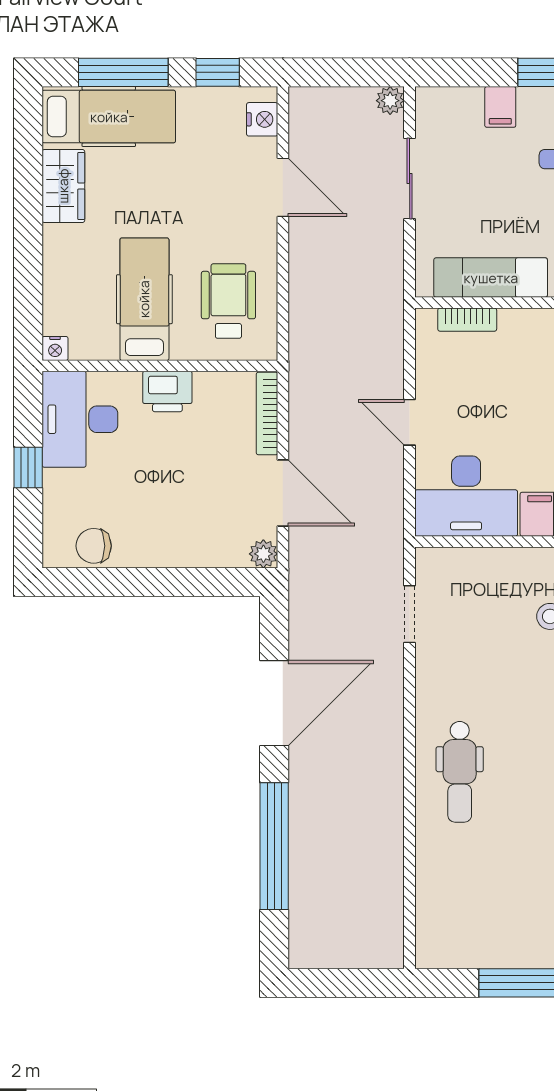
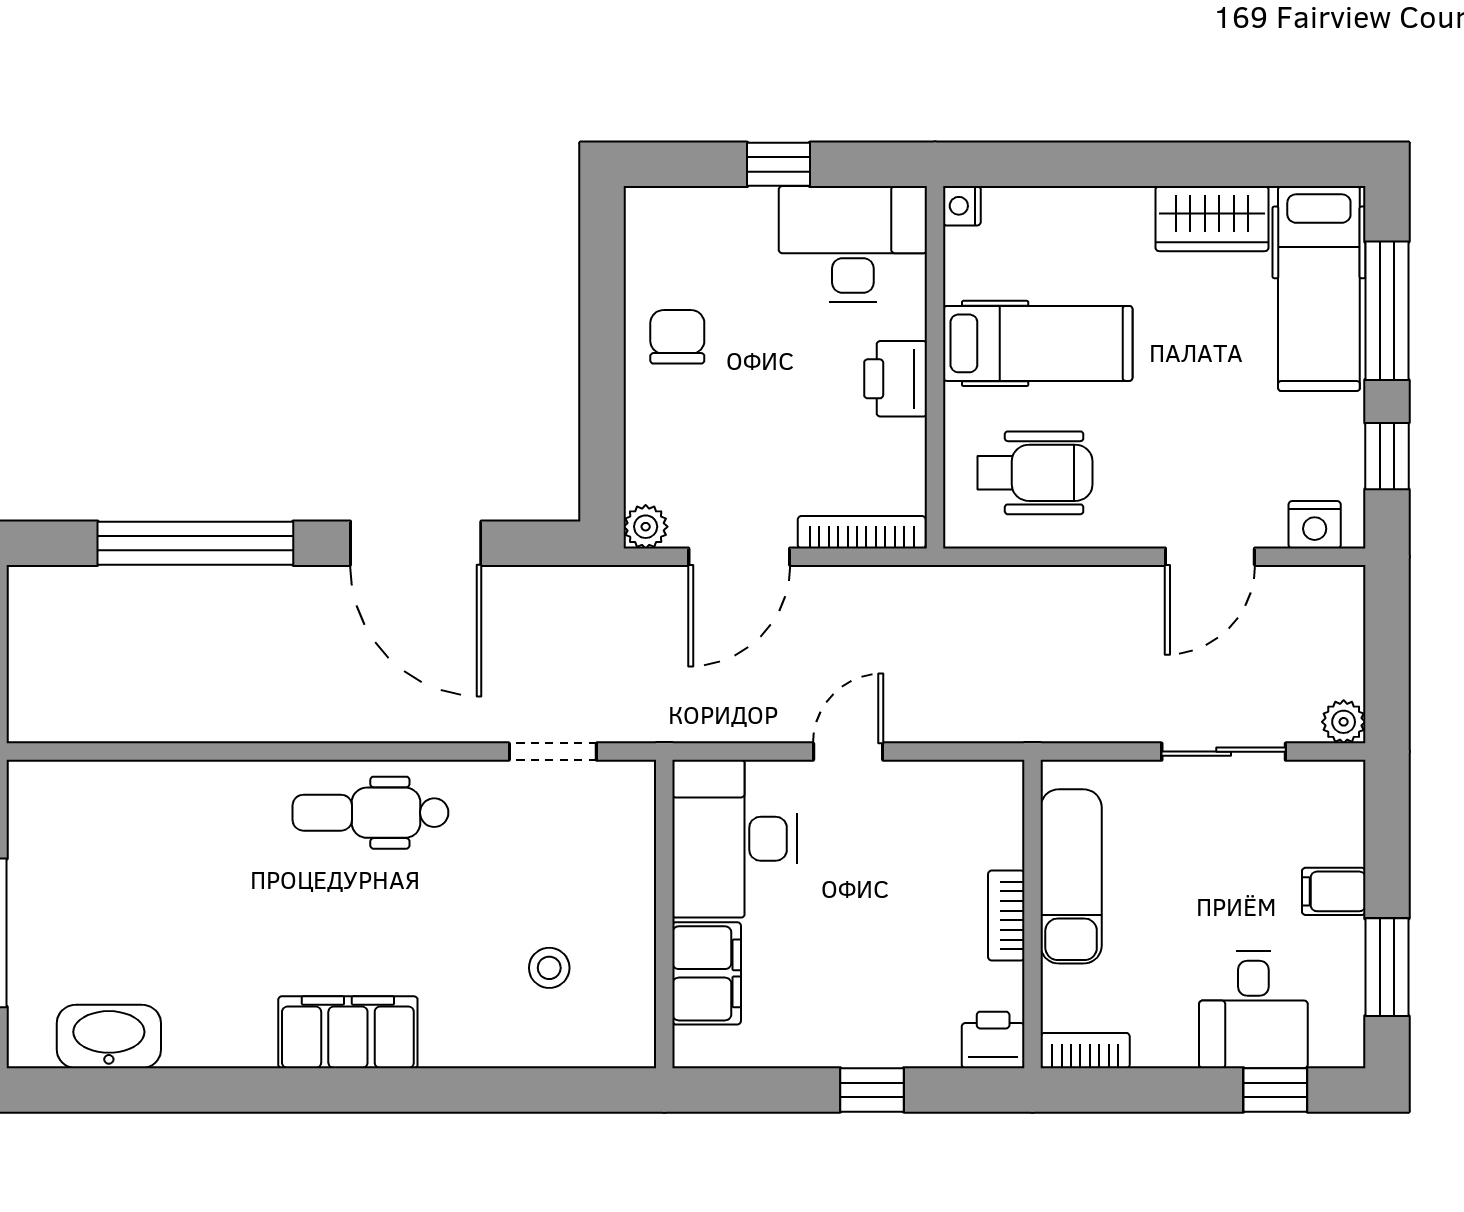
bookcase: (467, 320) -> (1006, 916), moved
chair: (94, 546) -> (677, 337), moved
dental chair: (460, 772) -> (370, 813), moved

